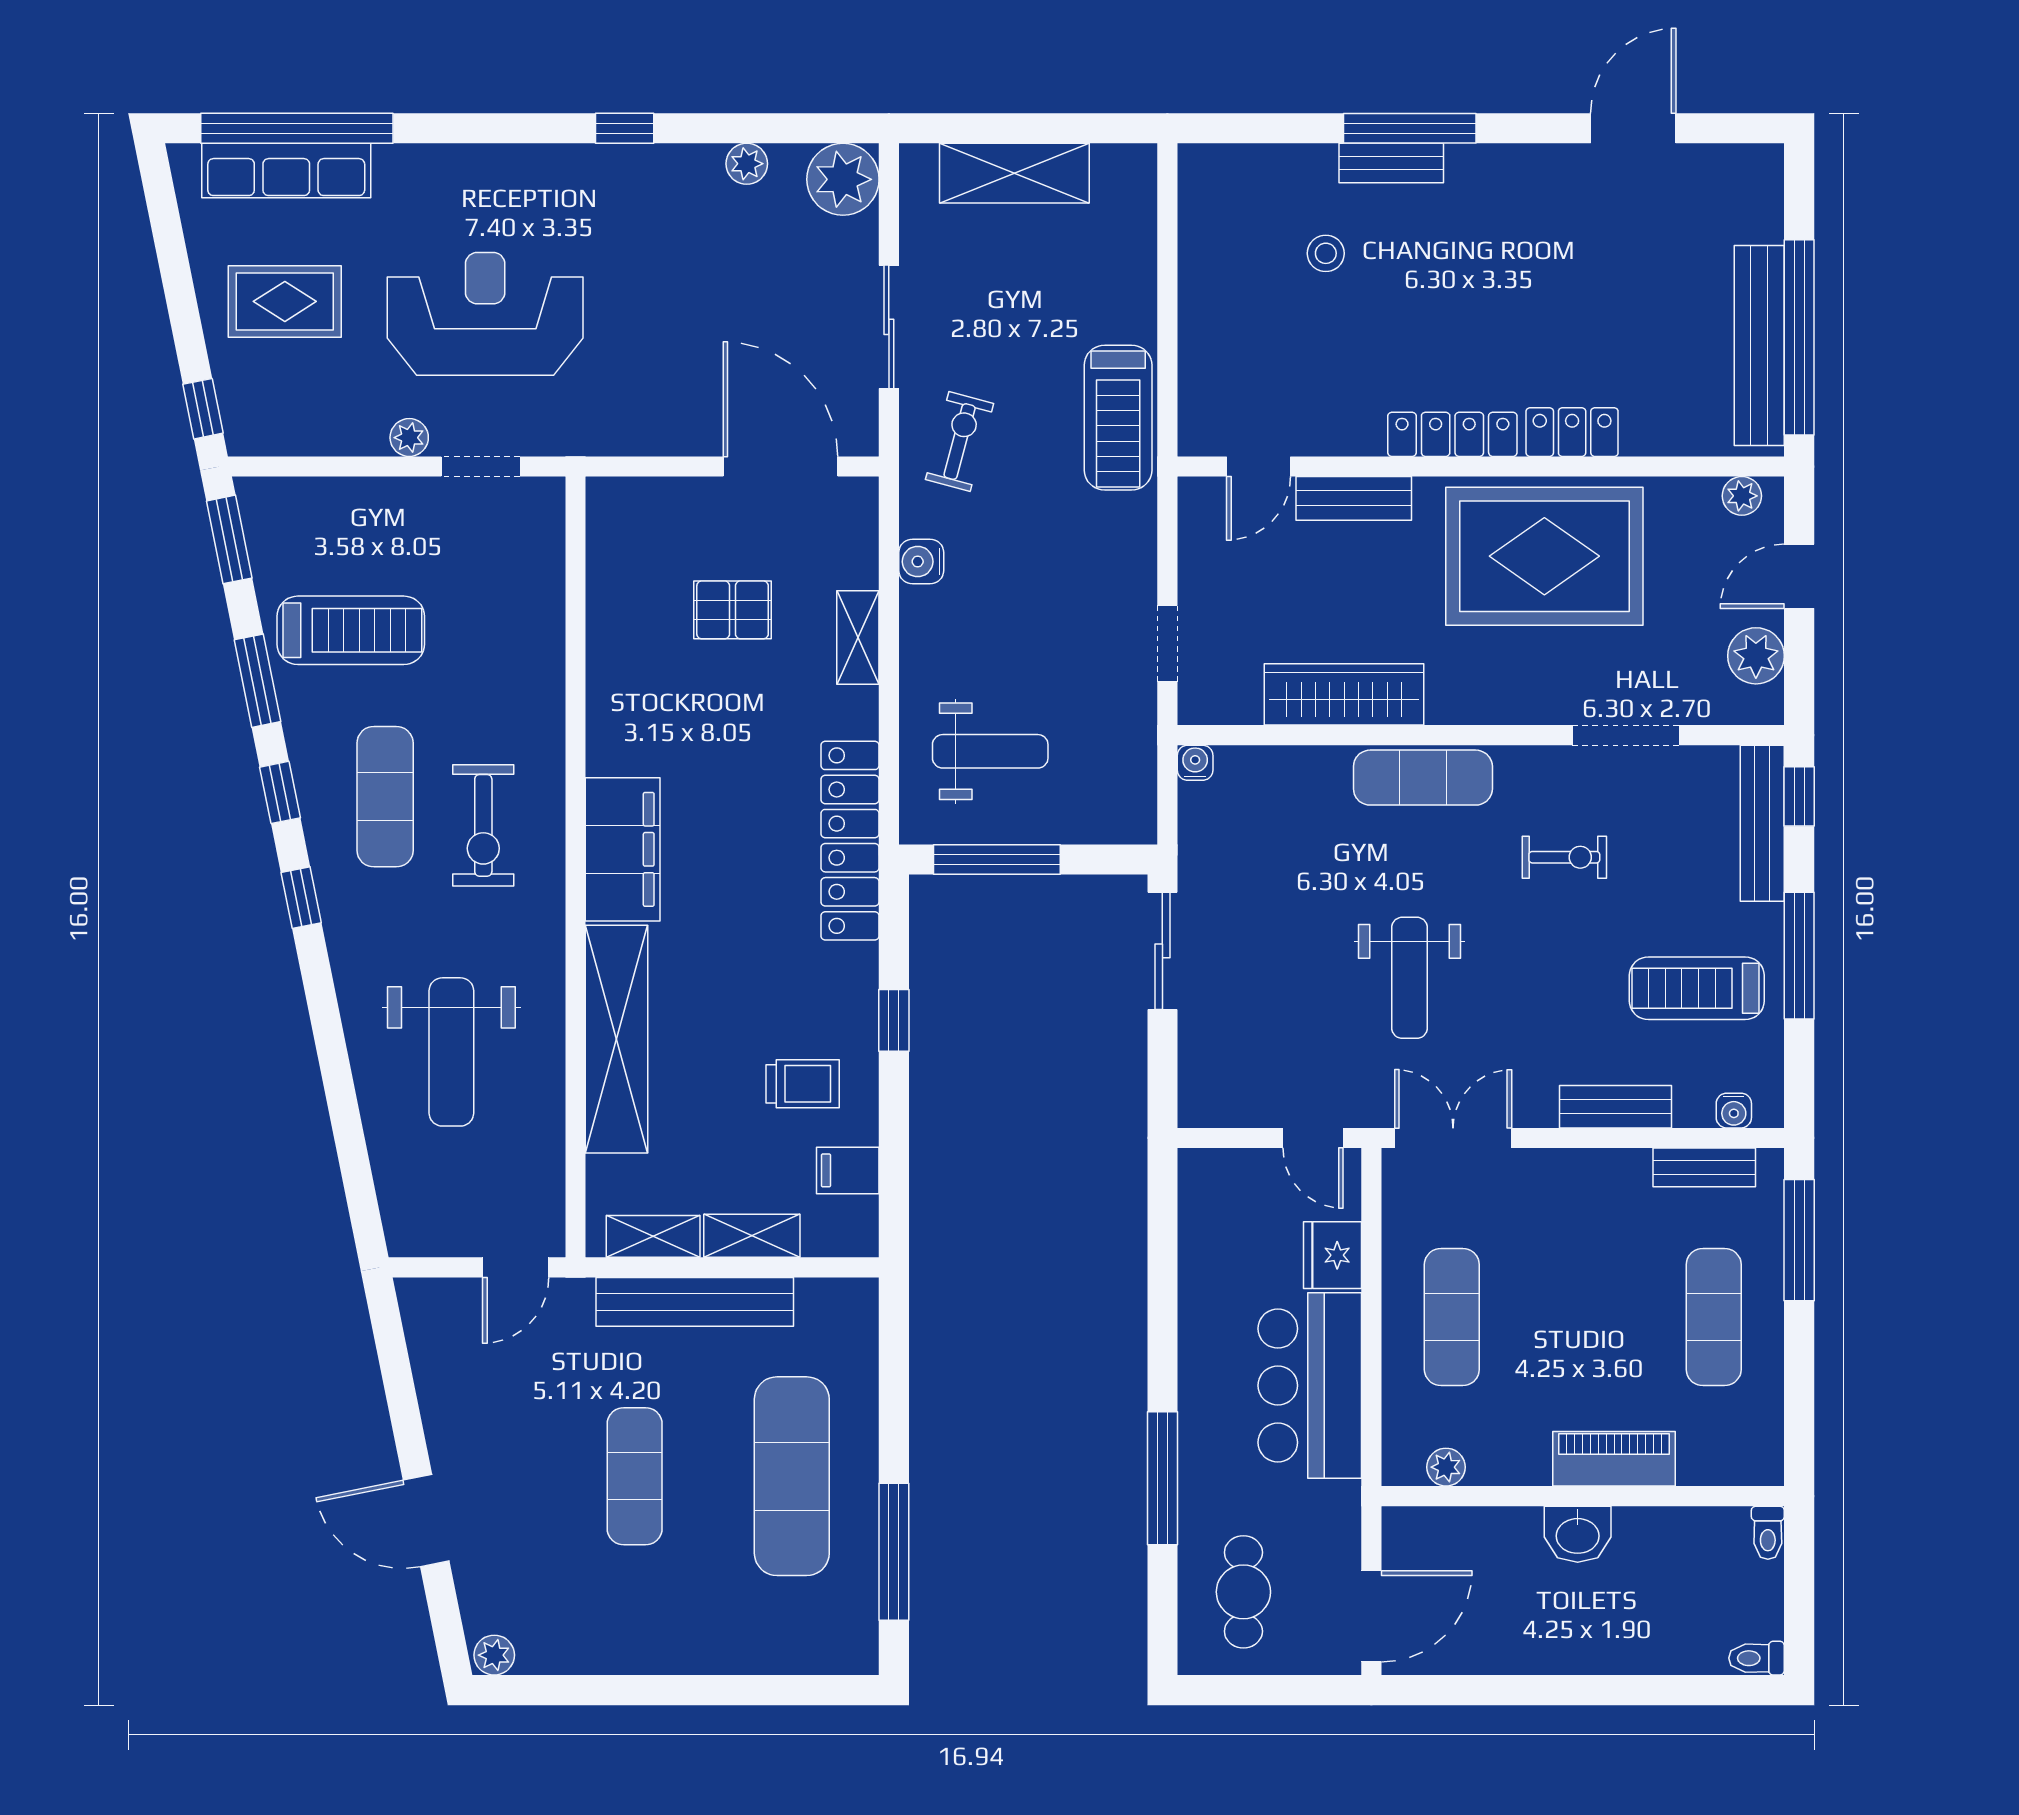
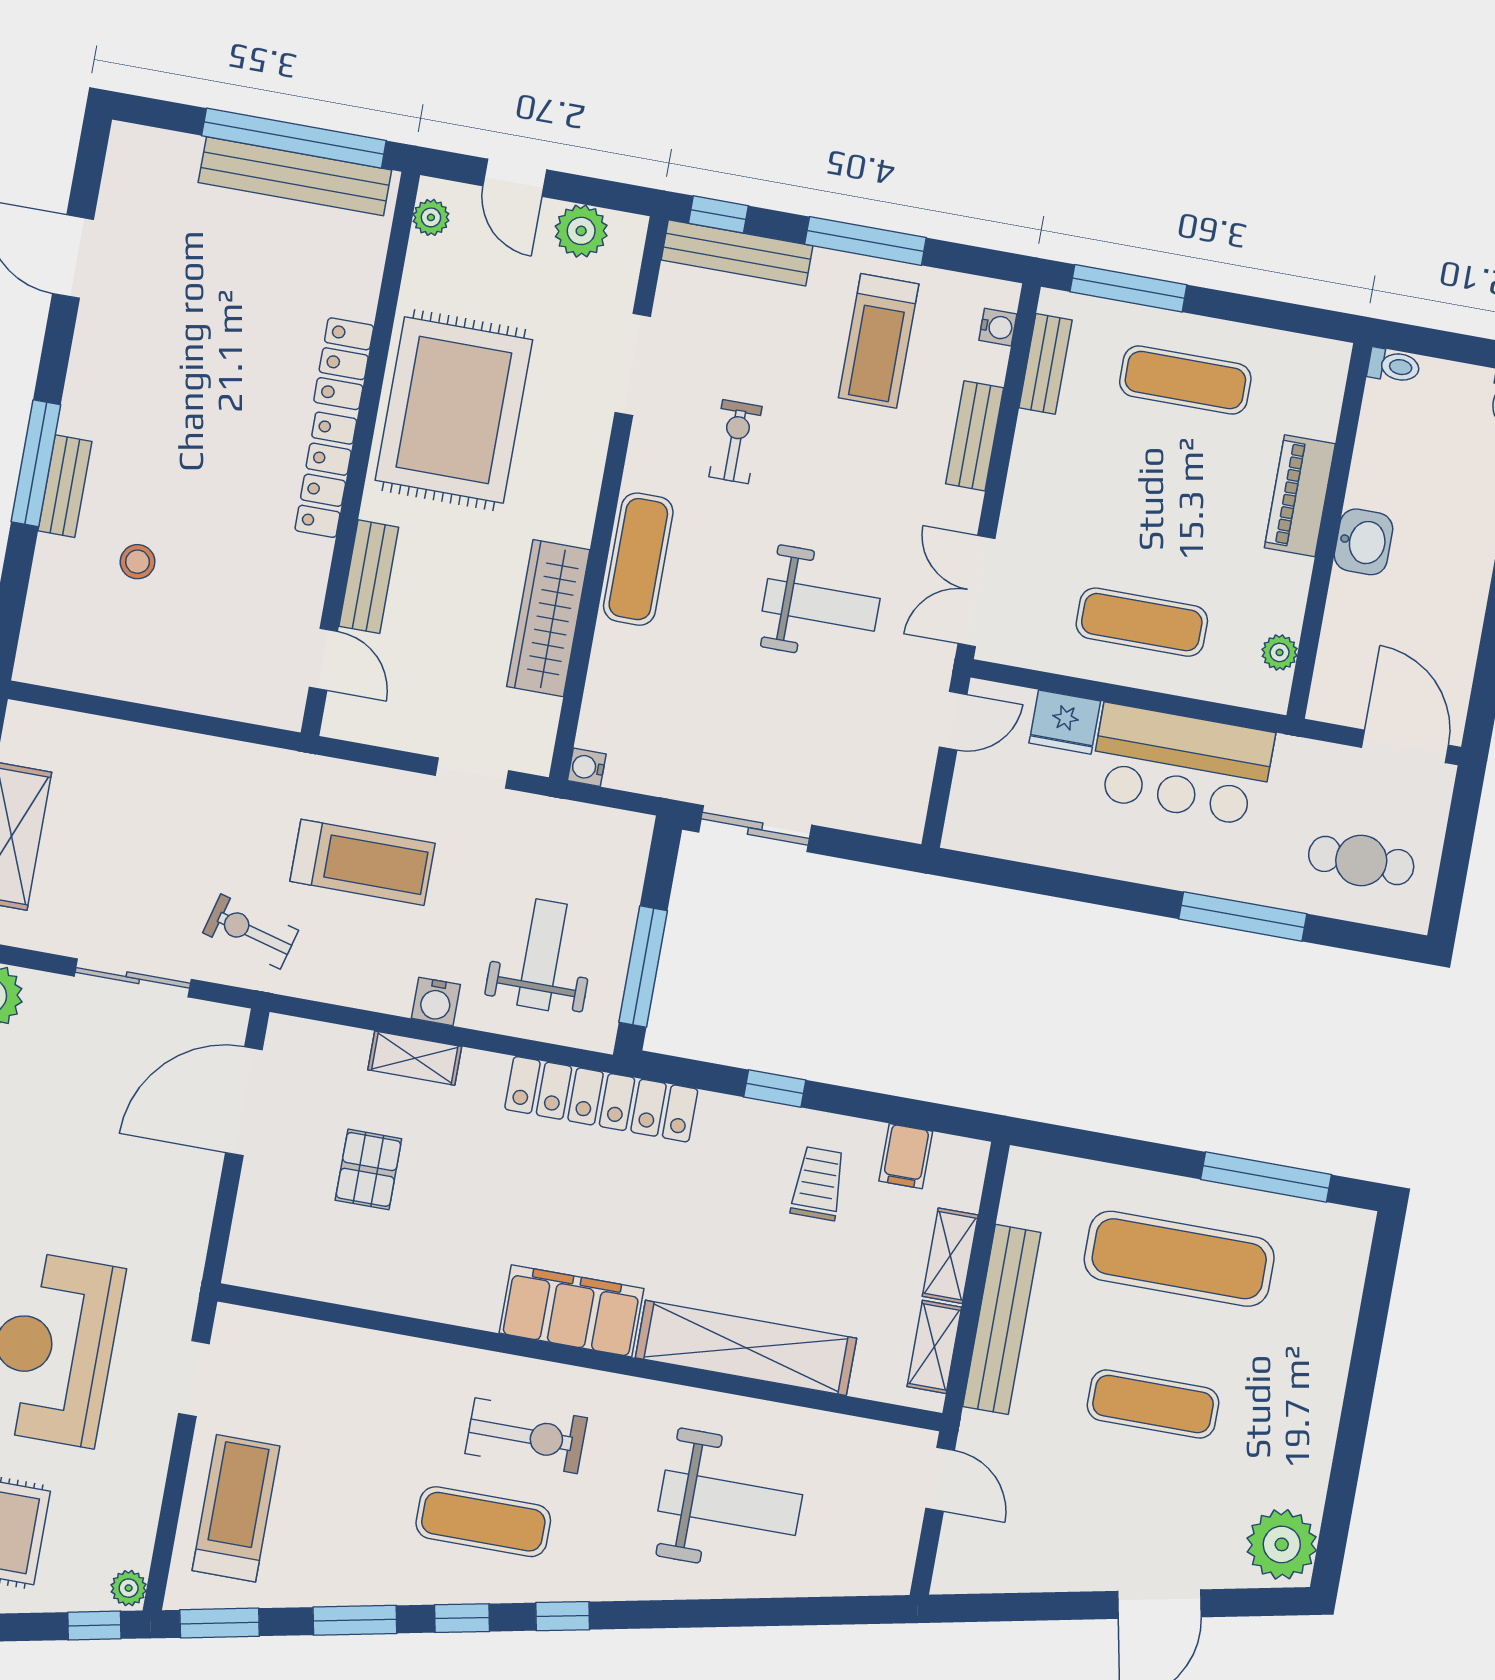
treadmill: (1118, 418) -> (362, 862), moved
plant: (409, 438) -> (129, 1588), moved
water cooler: (921, 562) -> (436, 1001), moved
treadmill: (351, 630) -> (236, 1508), moved
plant: (494, 1655) -> (1282, 1544), width x1.88, depth x1.88

